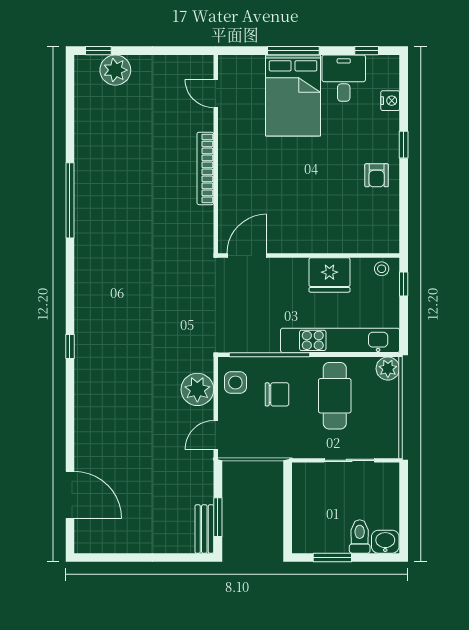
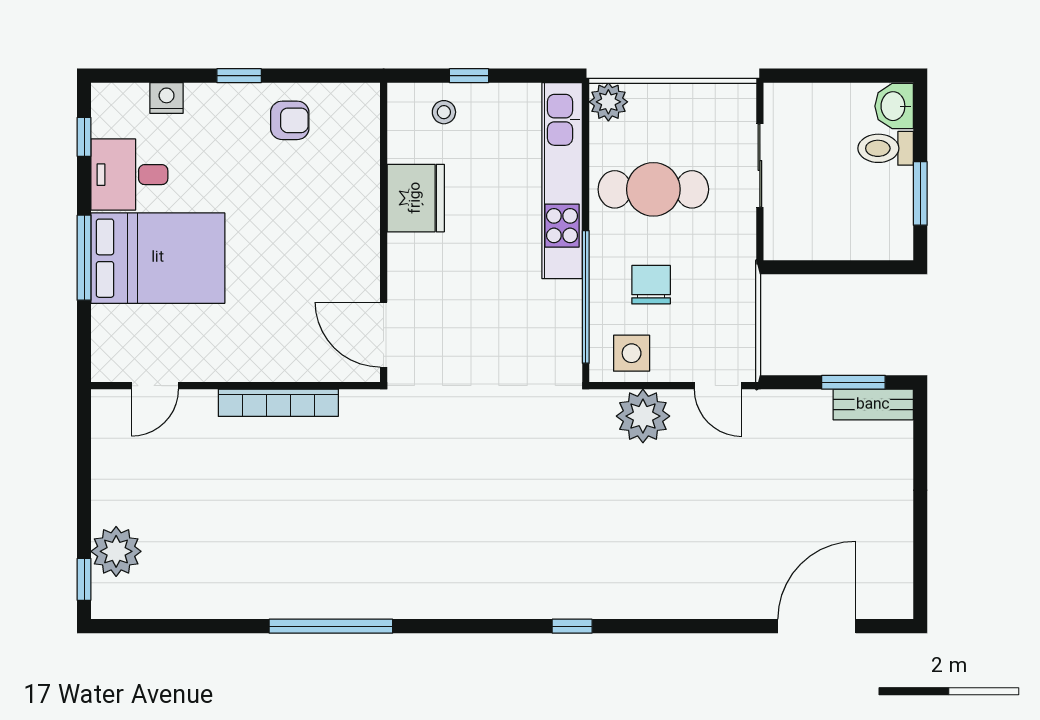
door: (247, 255) -> (384, 335), moved
wall: (309, 255) -> (384, 232), moved
fridge: (329, 275) -> (416, 198), moved

